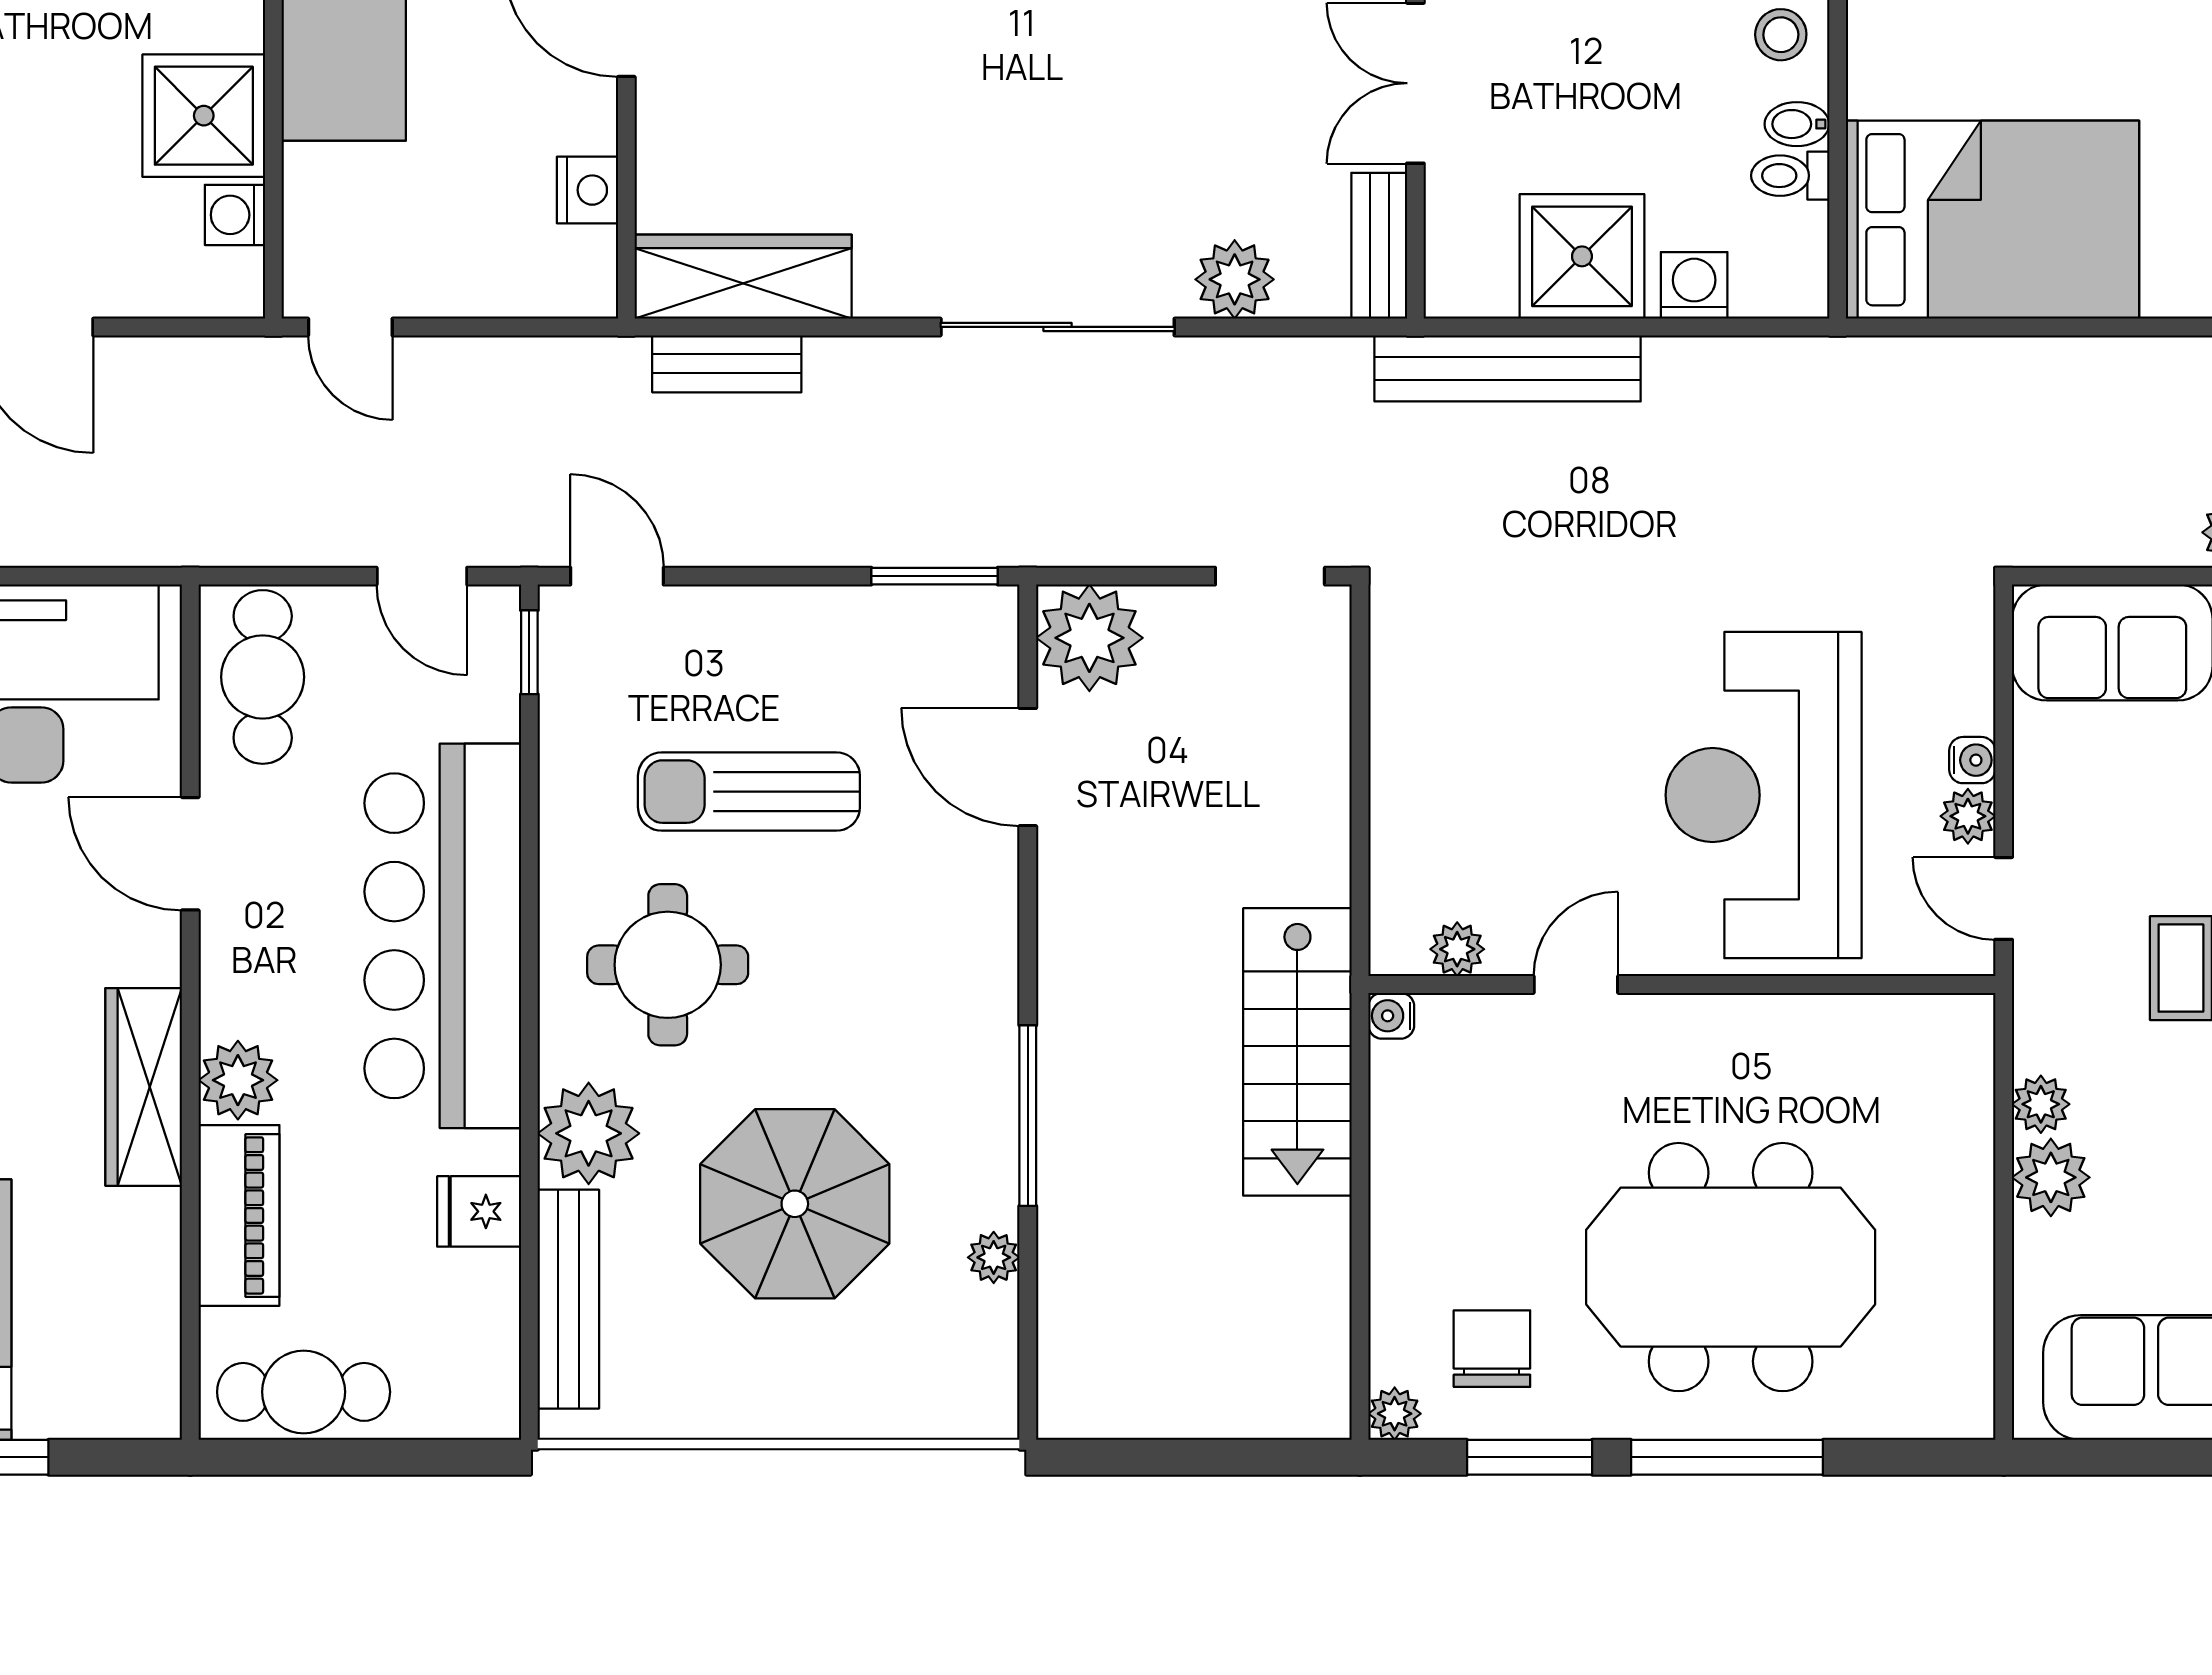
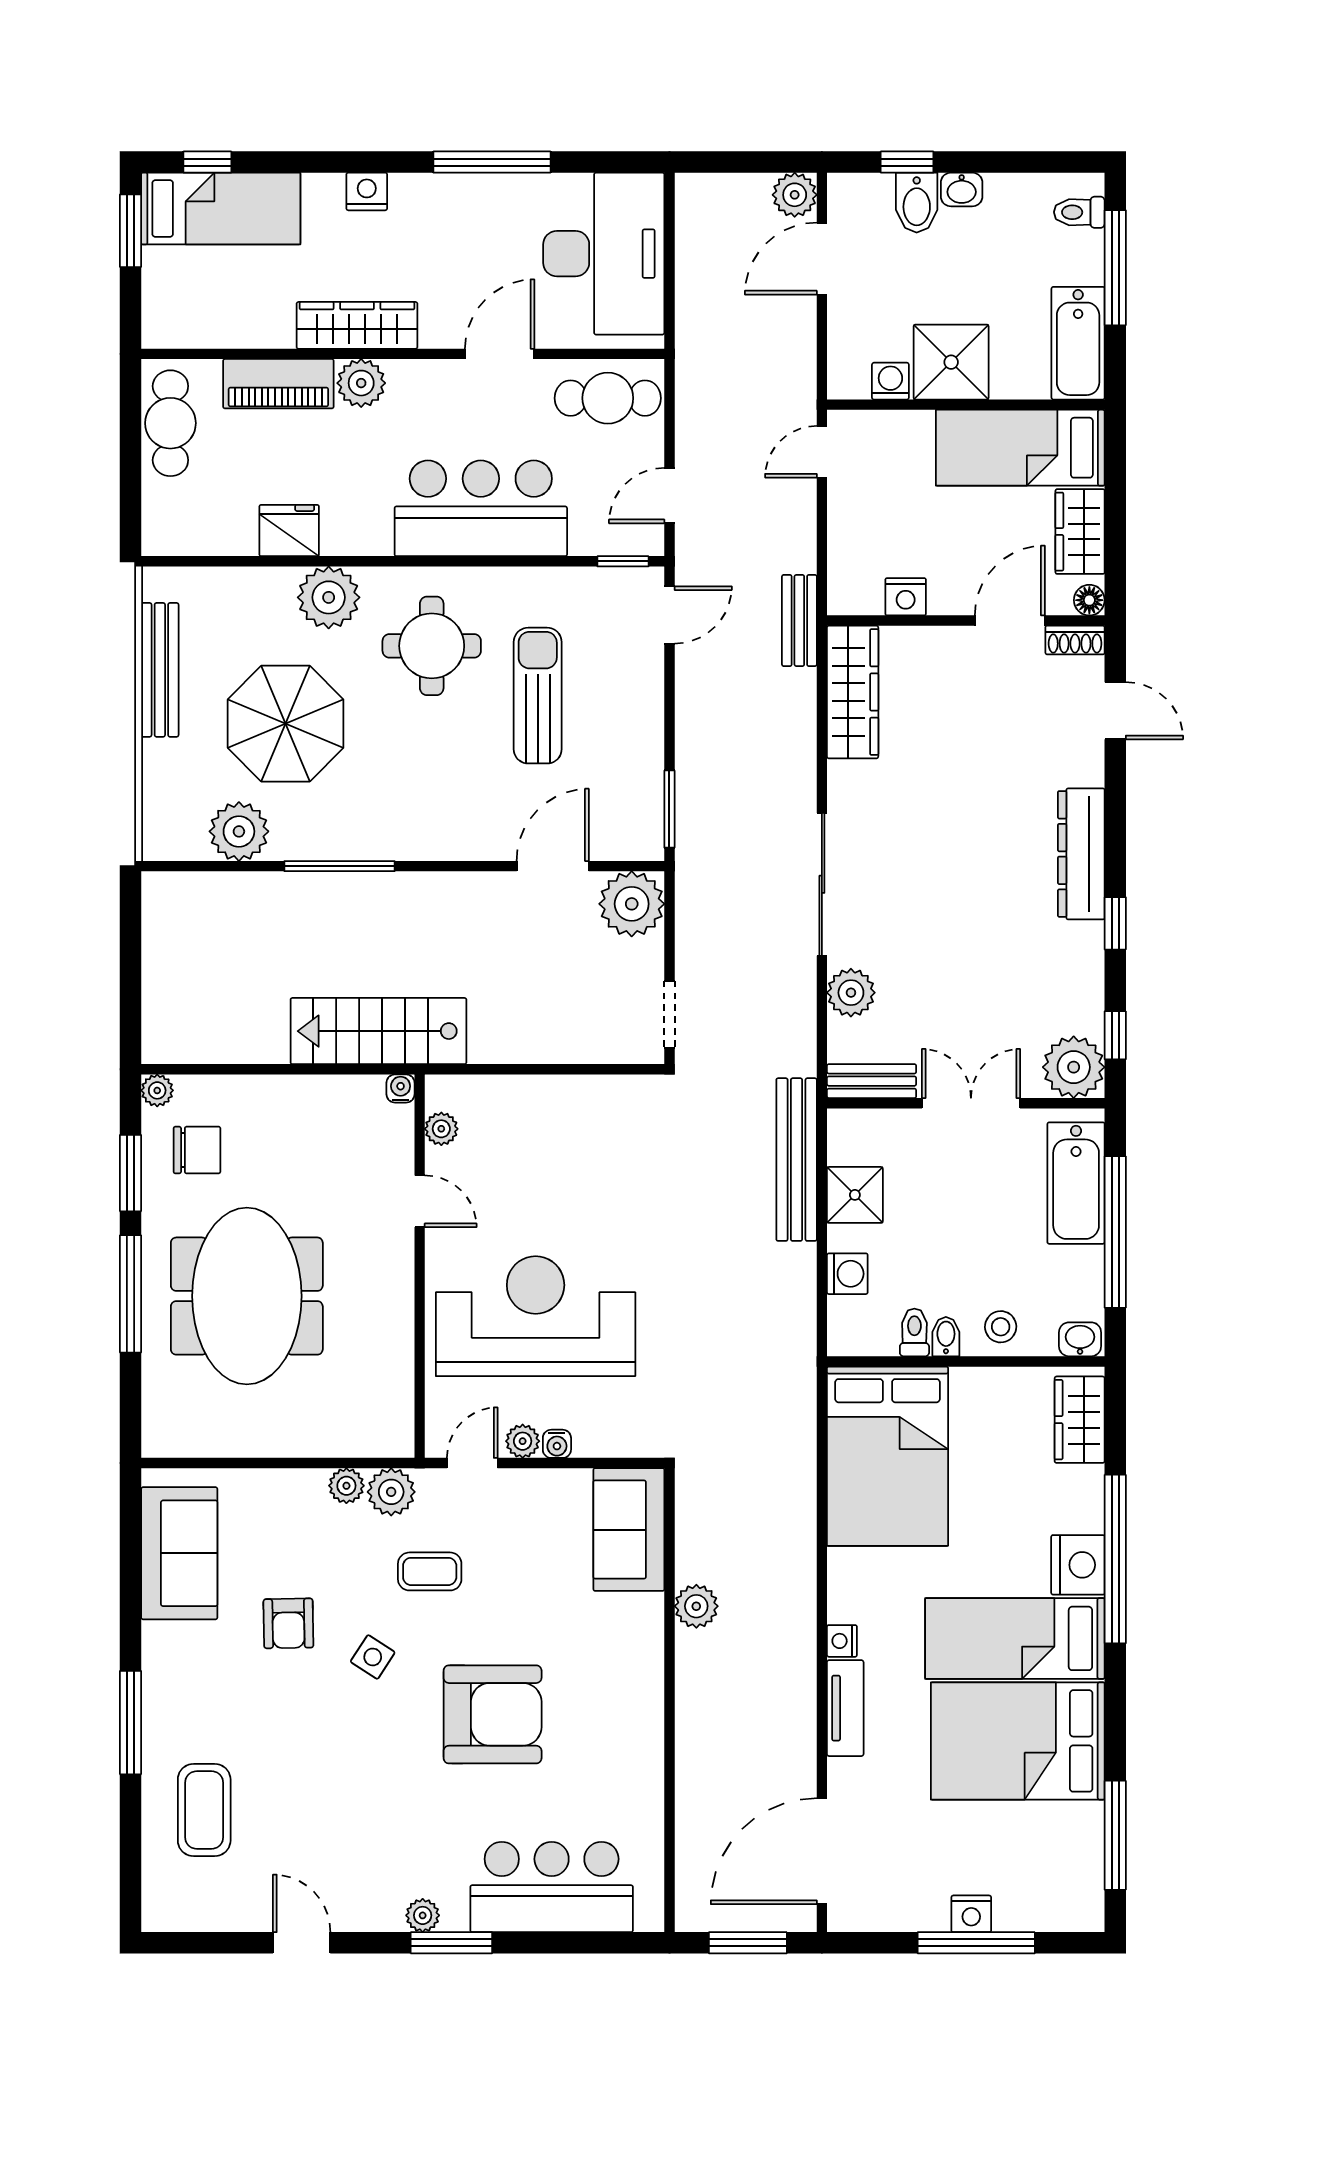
shower: (1582, 256) -> (855, 1195), width x0.73, depth x0.73
bench: (727, 364) -> (799, 620), moved
bar counter: (443, 936) -> (481, 508), width x0.73
plant: (2051, 1177) -> (391, 1492), moved
fridge: (479, 1211) -> (289, 531), width x1.38
plant: (994, 1257) -> (239, 831), width x1.88, depth x1.88
bench: (568, 1299) -> (160, 670), moved, turned 90

